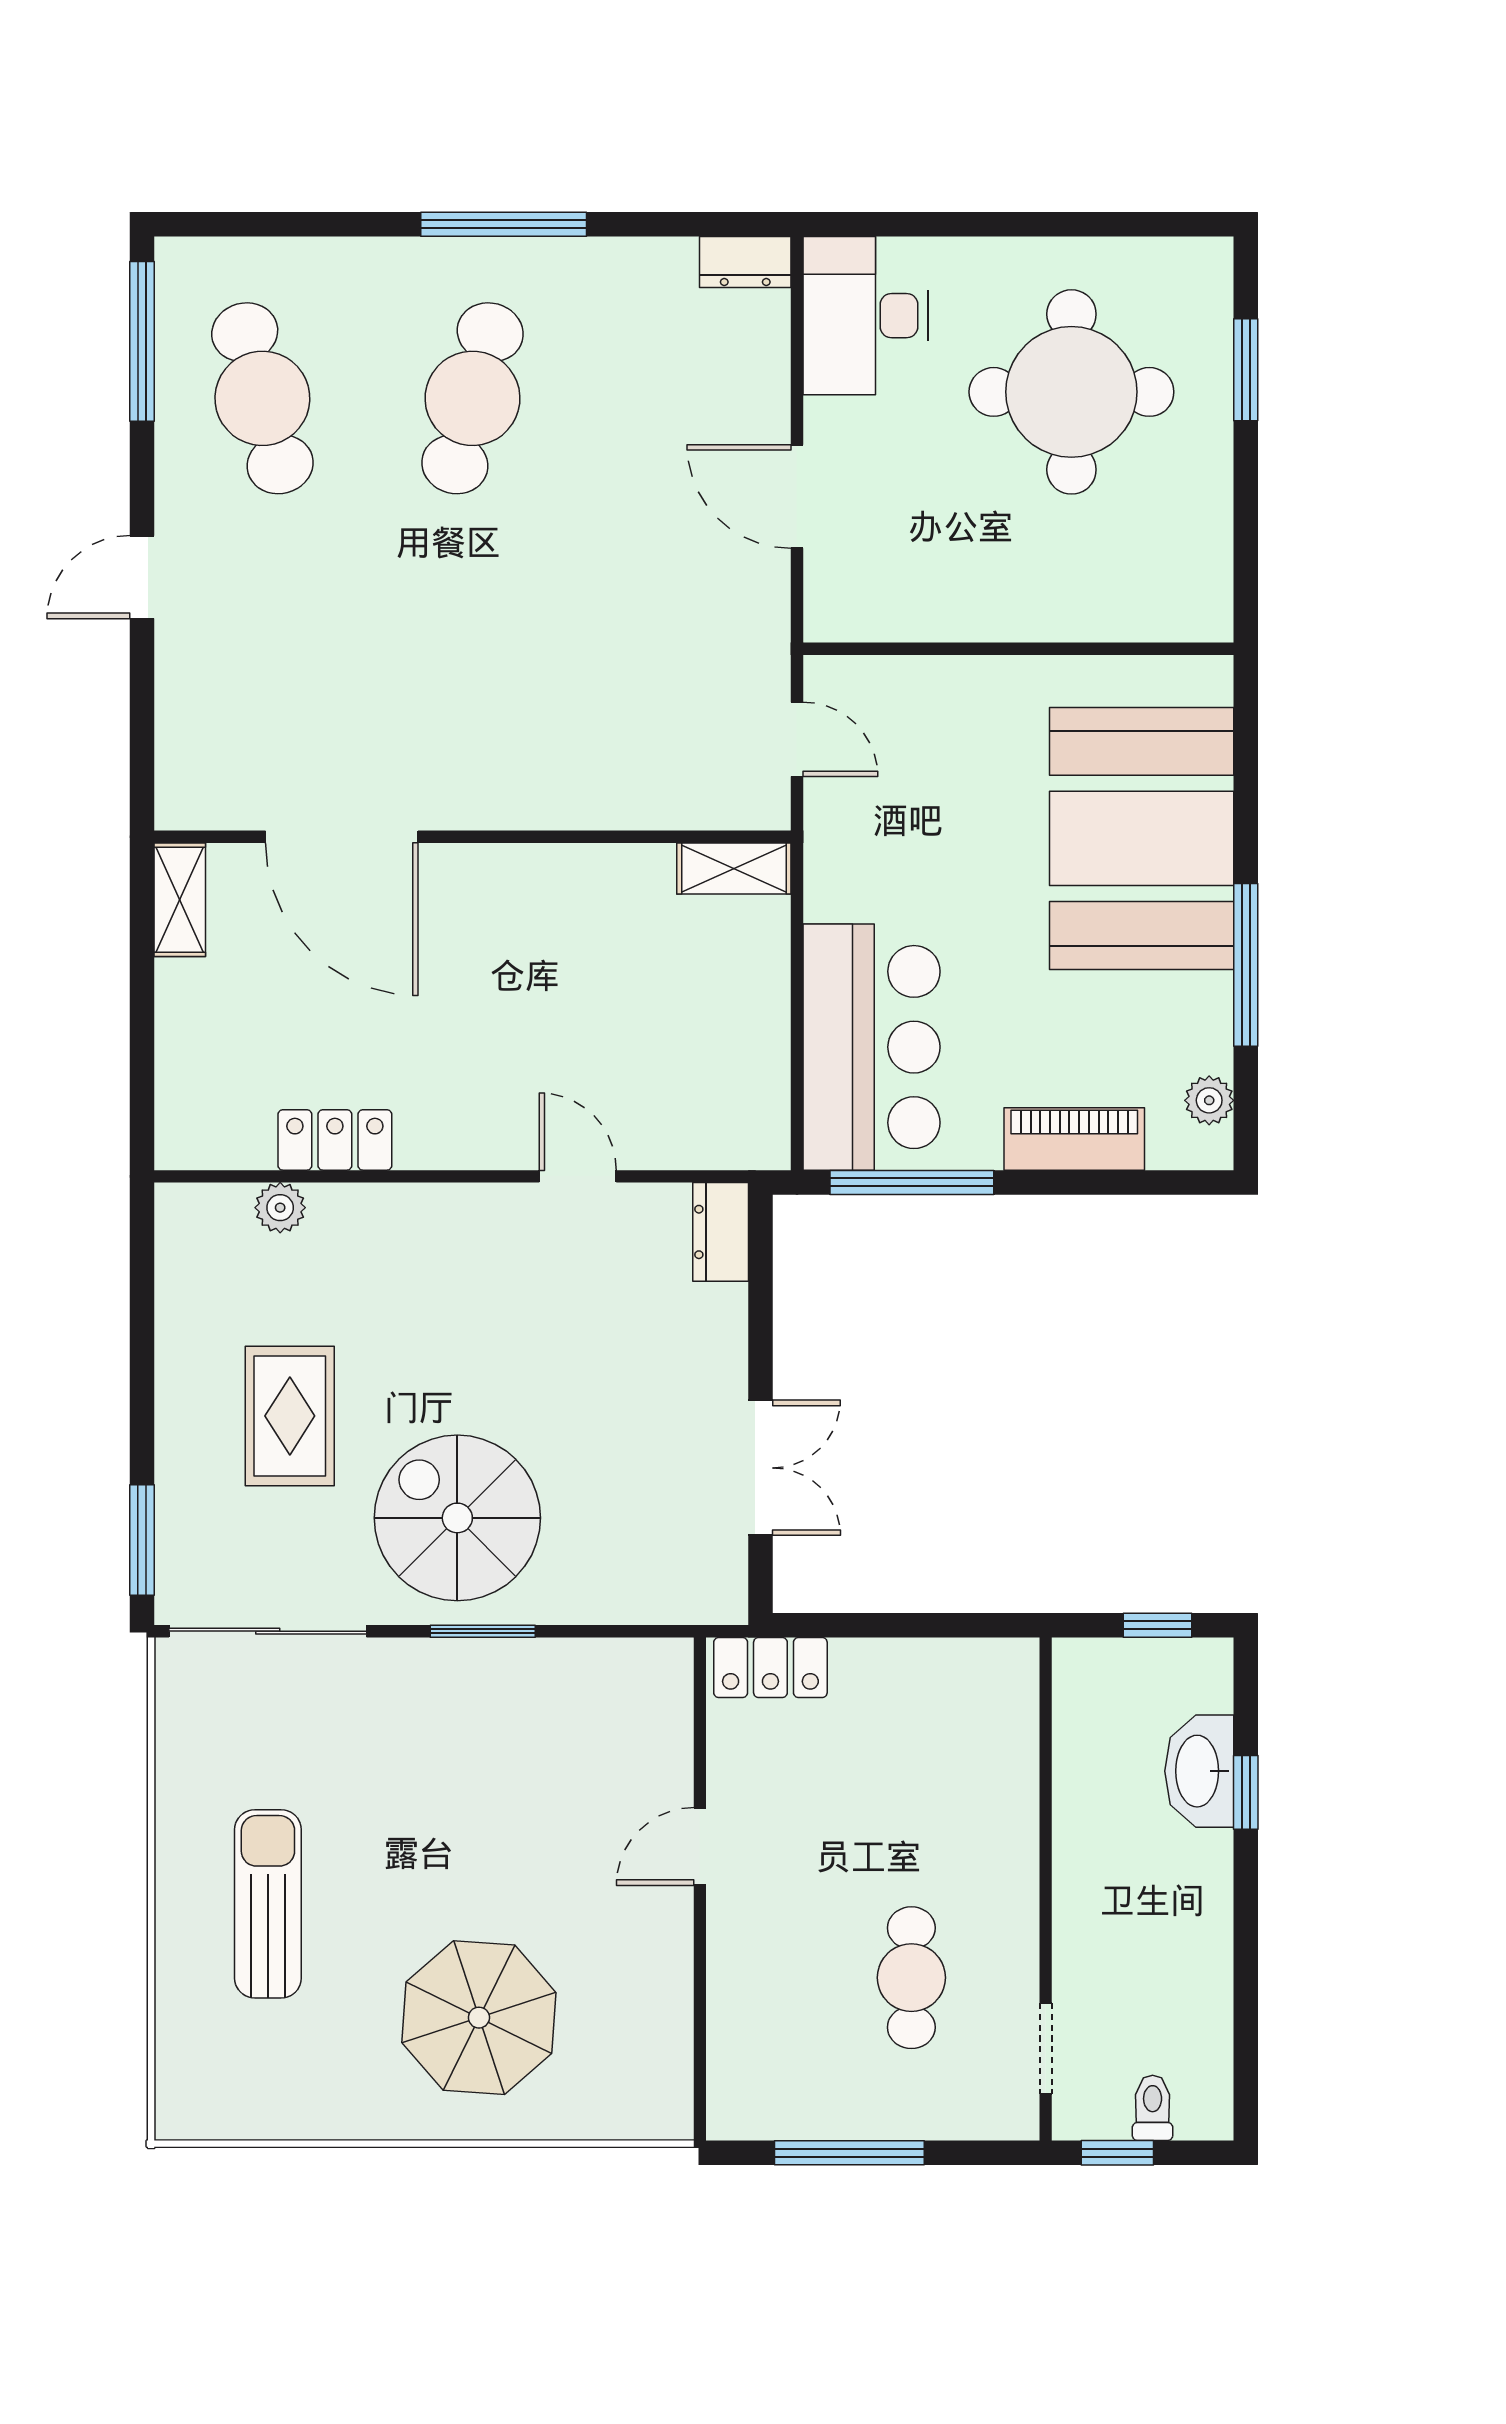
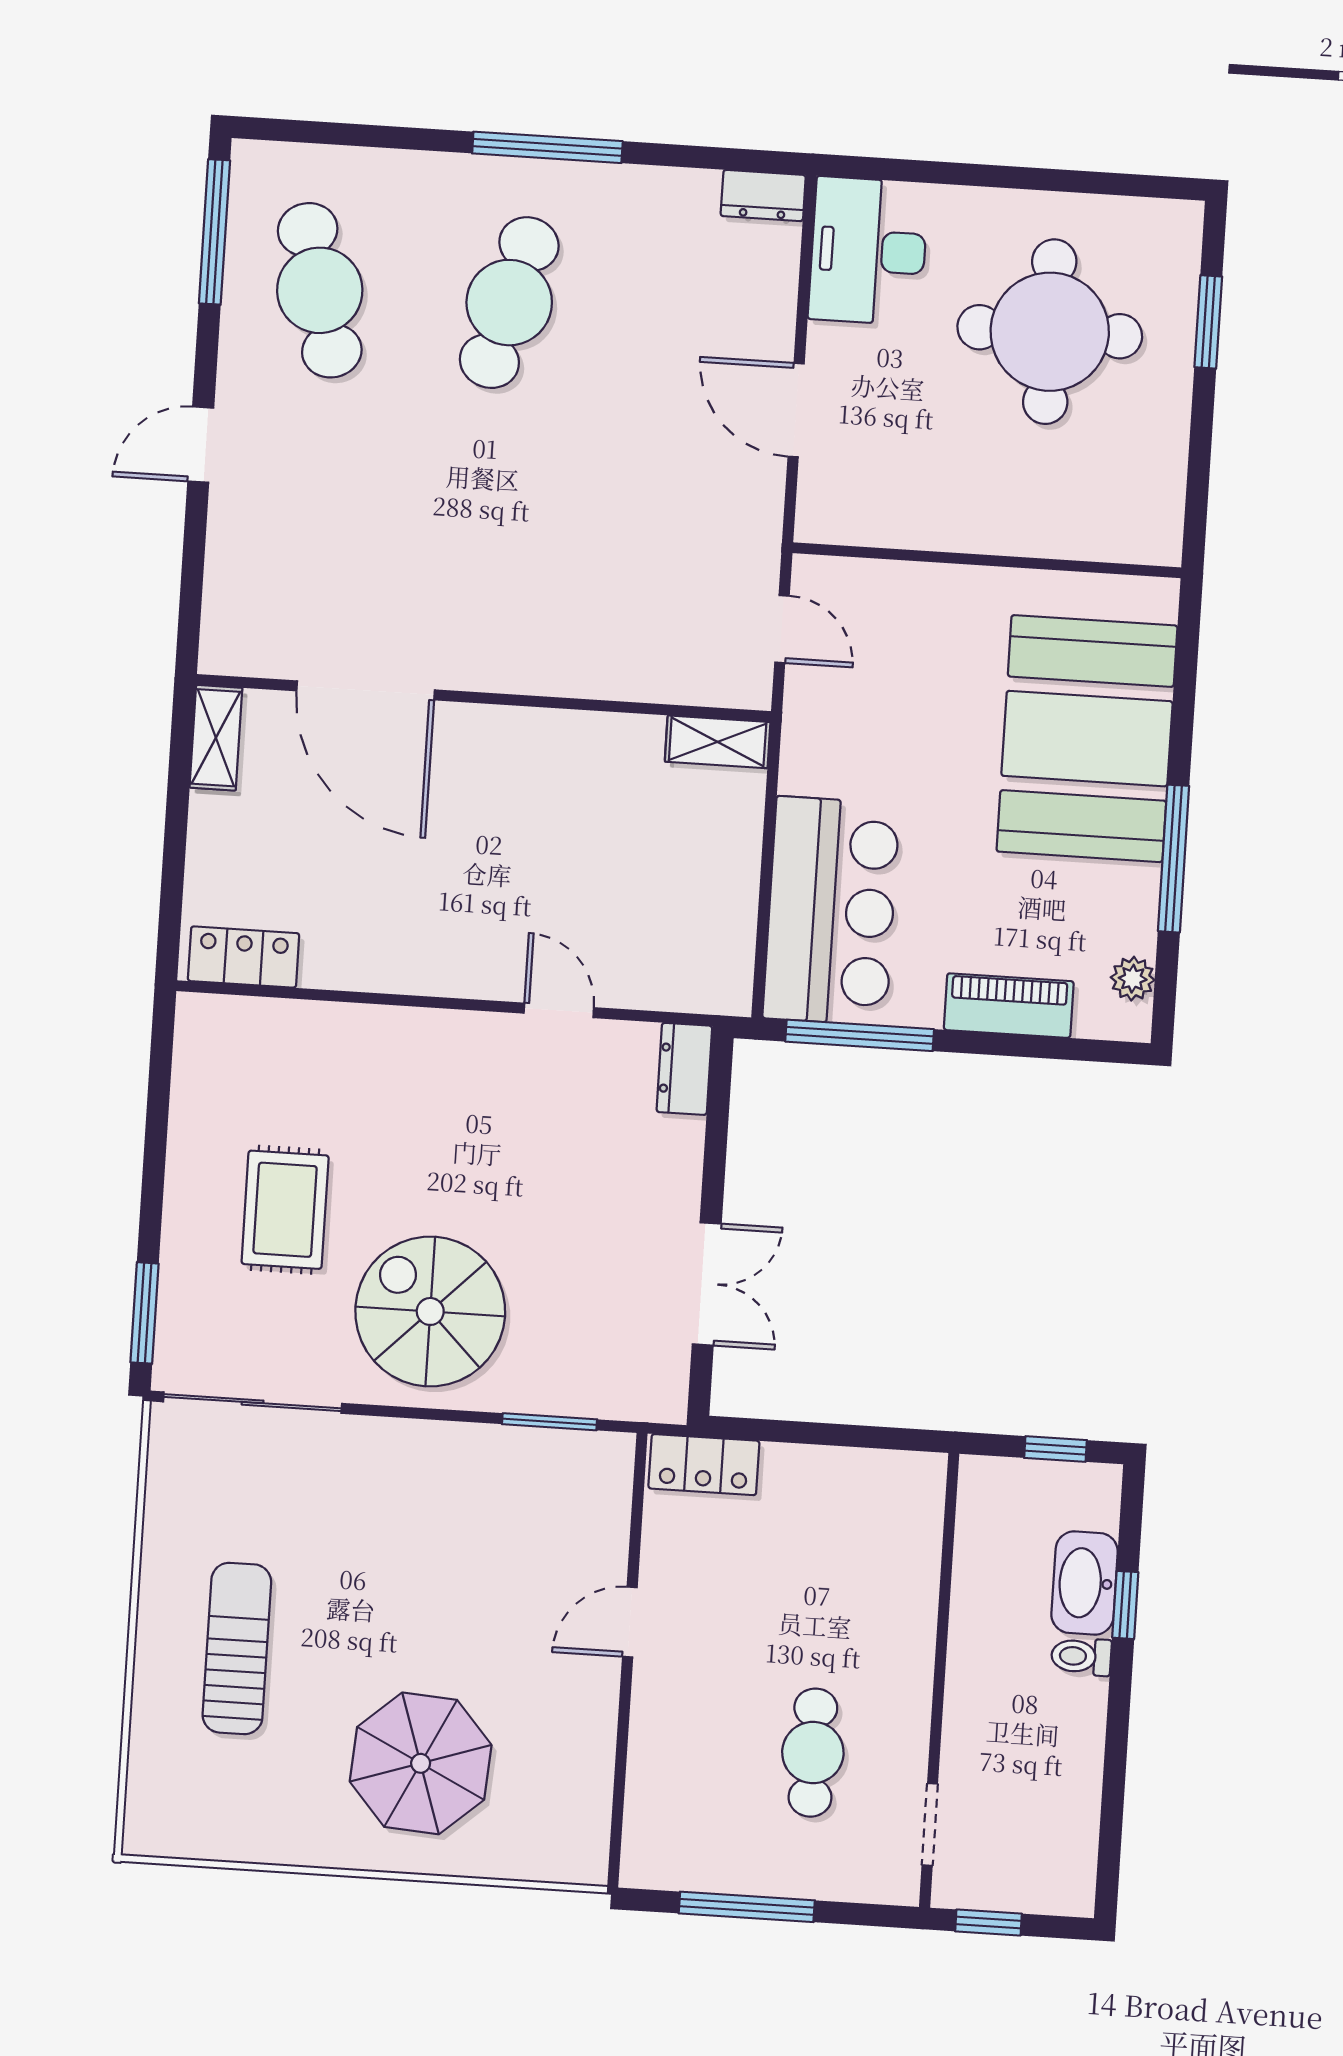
locker: (335, 1140) -> (244, 957), moved
plant: (280, 1208) -> (289, 1021), removed
window: (483, 1631) -> (550, 1422), moved
toilet: (1153, 2108) -> (1081, 1656), moved, turned -90

